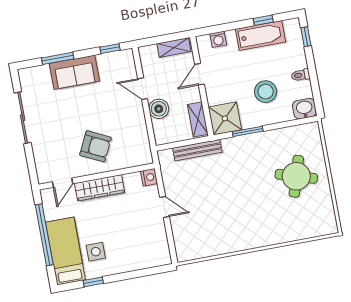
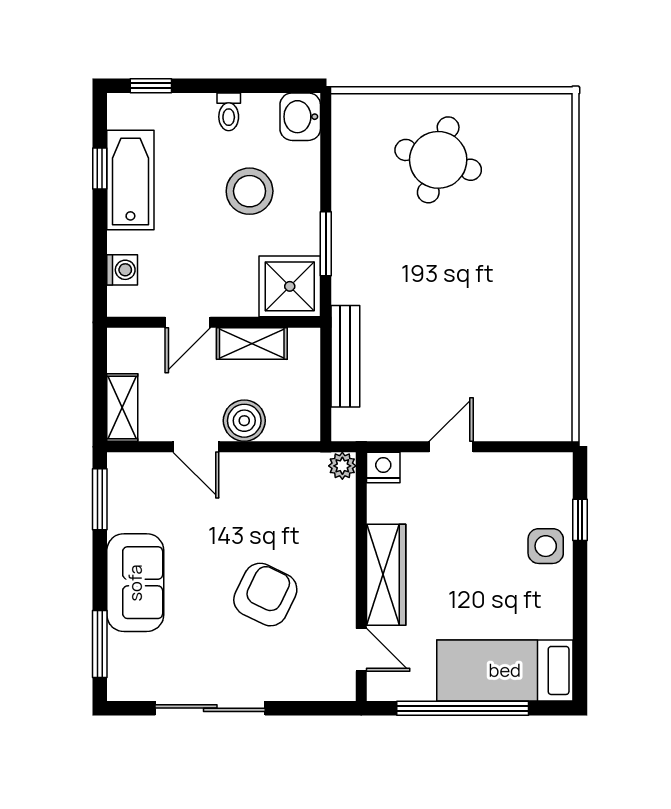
shelving: (174, 48) -> (122, 407), moved
window: (110, 49) -> (100, 499), width x1.50
window: (58, 58) -> (100, 644), moved
door: (200, 74) -> (188, 322), hinge flipped
door: (143, 89) -> (196, 447), hinge flipped
shelving: (198, 119) -> (252, 343), moved
armchair: (96, 146) -> (265, 595), moved
plant: (146, 158) -> (342, 466), added
side table: (96, 252) -> (546, 546), moved
window: (93, 282) -> (580, 520), moved

